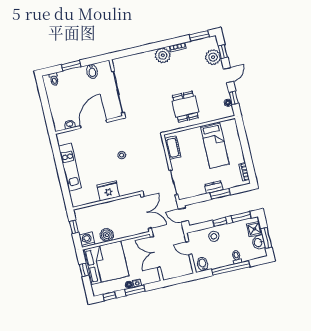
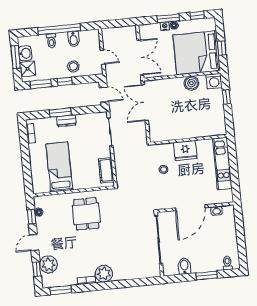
fridge: (108, 191) -> (185, 151), moved
wall: (107, 201) -> (189, 140), moved
bidet: (203, 264) -> (73, 39), moved

